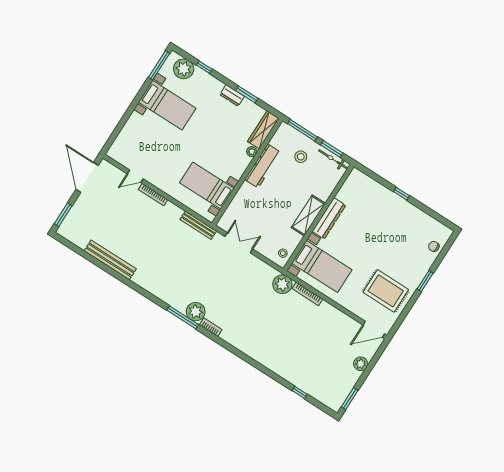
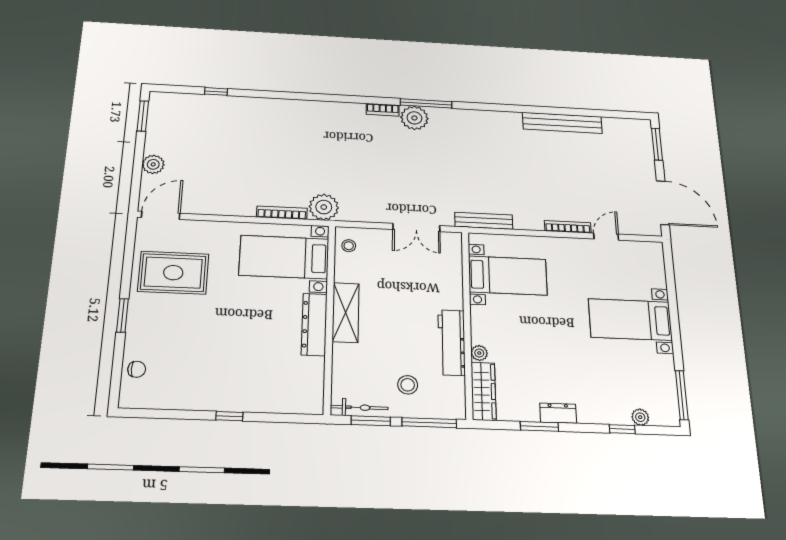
plant: (184, 69) -> (640, 417), width x0.53, depth x0.53
bed with nightstands: (167, 105) -> (630, 320), moved

